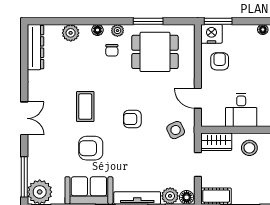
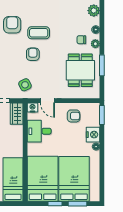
nightstand: (211, 34) -> (93, 135), moved
door: (198, 98) -> (47, 101), swing flipped
coffee table: (85, 107) -> (39, 33), moved
nightstand: (208, 119) -> (32, 108), added
stool: (249, 148) -> (12, 137), removed

